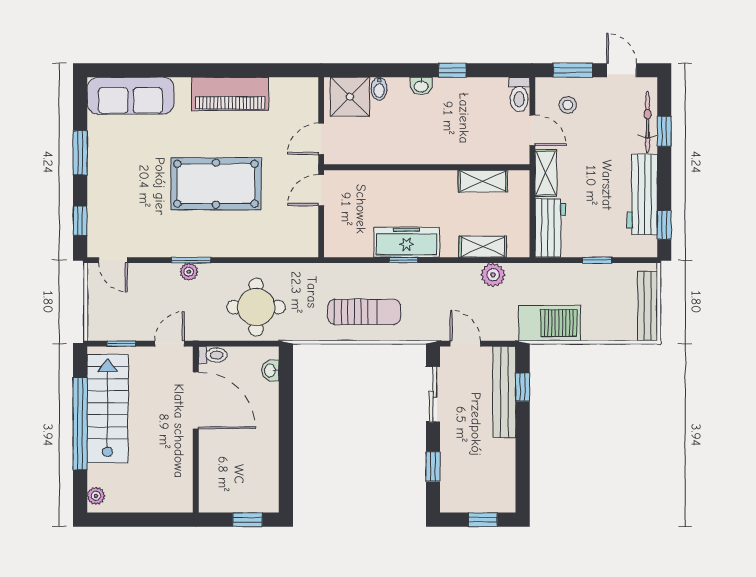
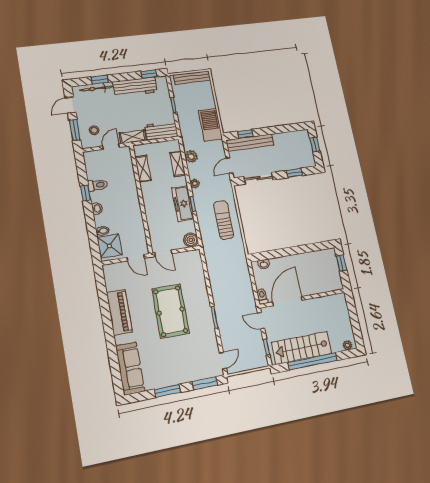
toilet: (519, 94) -> (98, 185), moved
window: (80, 221) -> (205, 383), width x1.50
boiler: (337, 244) -> (191, 240), added
plant: (189, 272) -> (195, 184), moved
round table: (256, 307) -> (232, 277), removed

